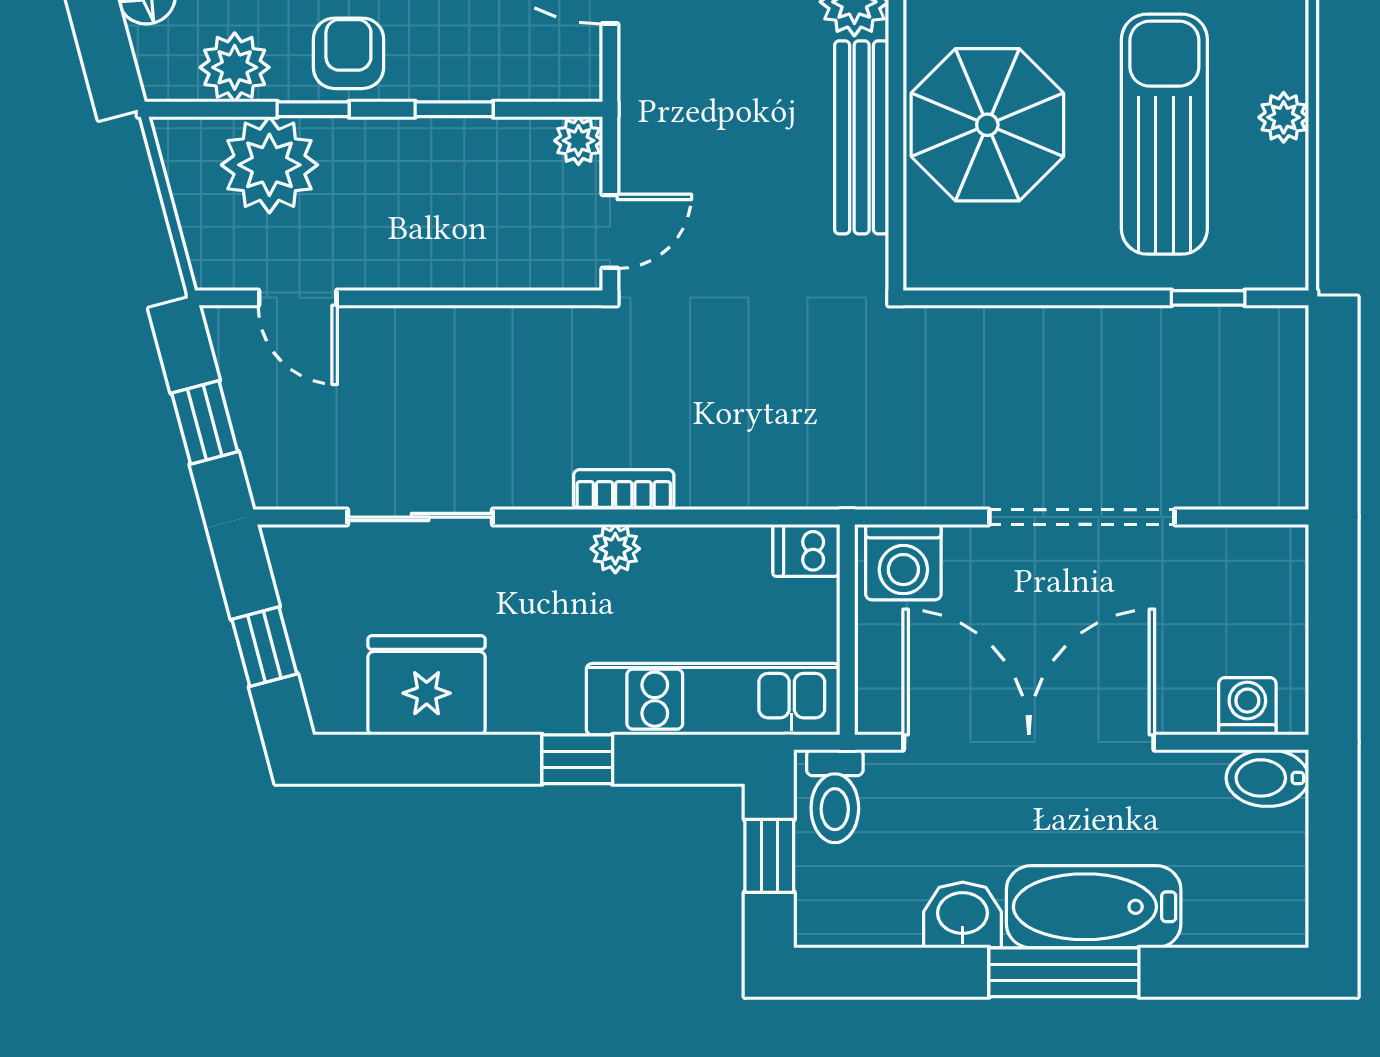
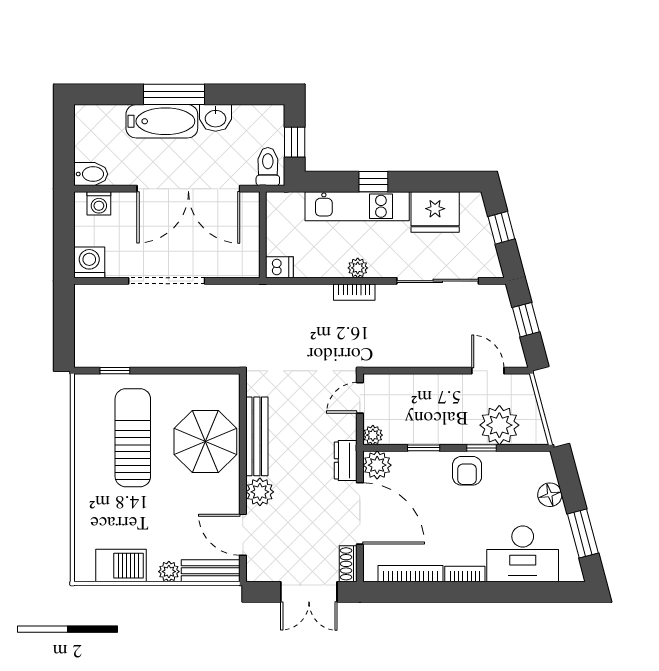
plant: (235, 67) -> (377, 465), moved
dresser: (645, 78) -> (346, 460), added
plant: (1284, 117) -> (84, 445), removed
sun lounger: (1164, 134) -> (133, 438), turned 180
sliding door: (420, 517) -> (438, 281), width x1.37
washing machine: (903, 562) -> (89, 262), moved
kitchen unit: (713, 699) -> (357, 206), moved

